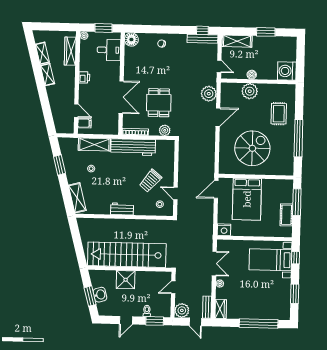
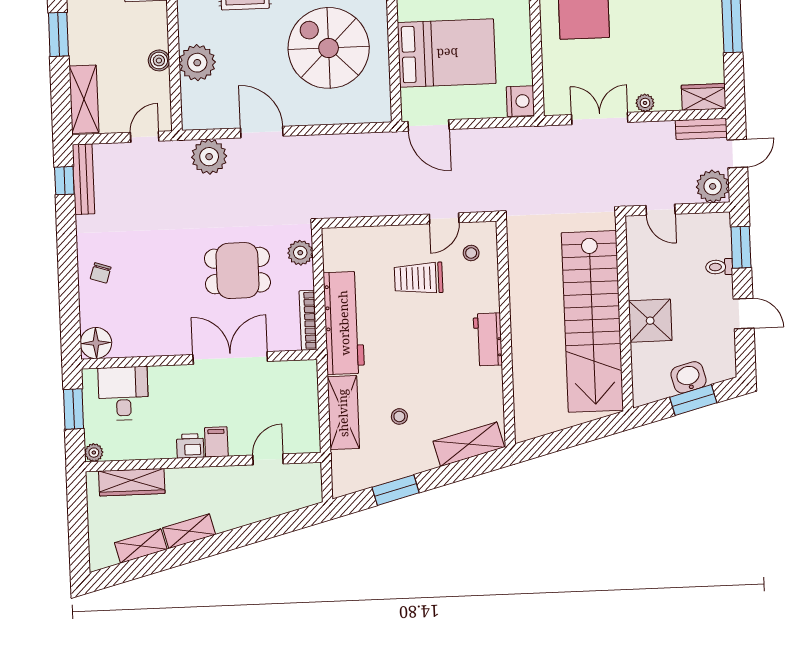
filing cabinet: (84, 123) -> (216, 442), moved
trolley: (150, 181) -> (419, 278), turned 140

